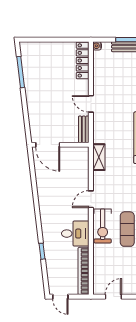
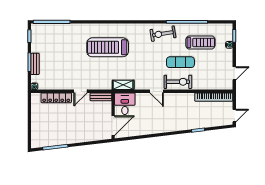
locker: (83, 60) -> (56, 98), moved
desk: (75, 234) -> (125, 104), moved
door: (113, 297) -> (234, 73), swing flipped

